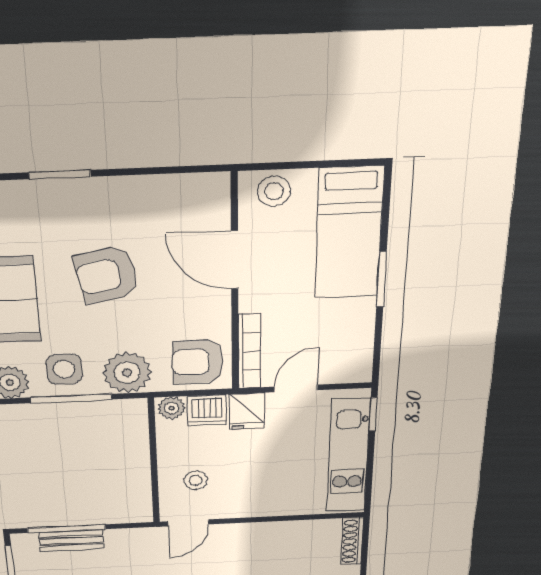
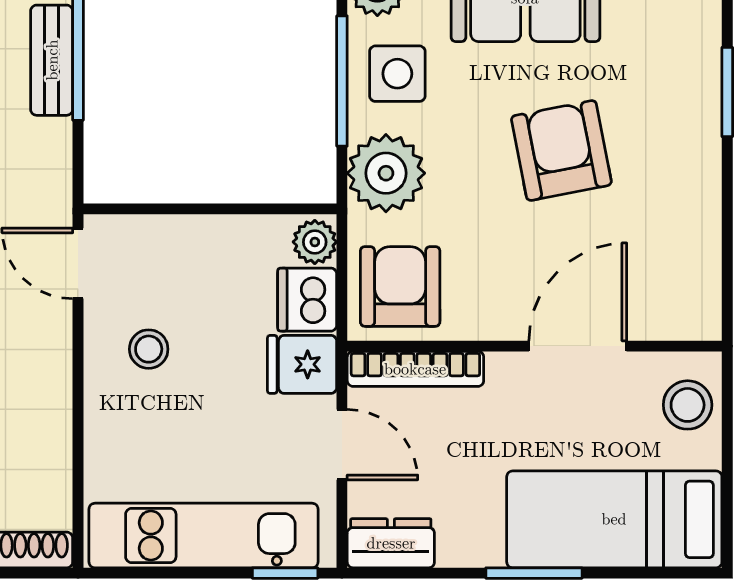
dresser: (358, 360) -> (391, 543), added
stool: (196, 480) -> (149, 349), moved

